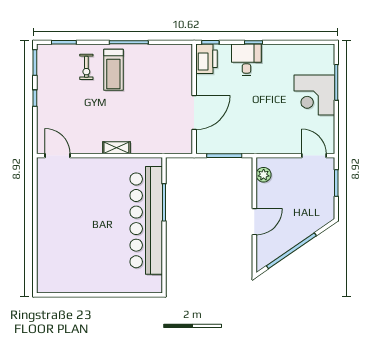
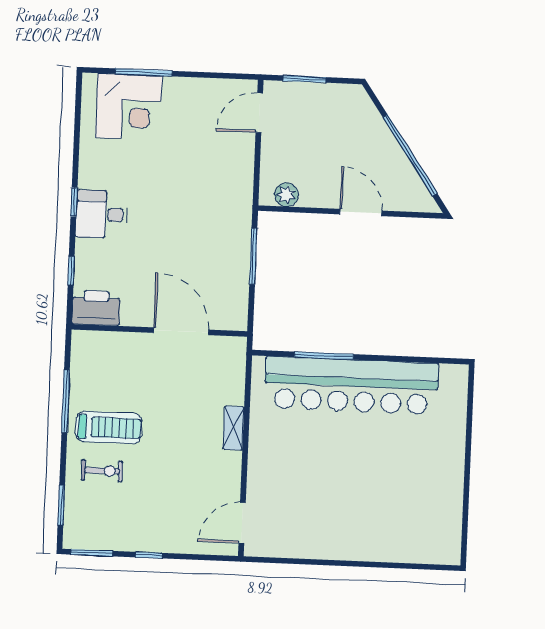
printer: (207, 59) -> (96, 308), moved
corner desk: (314, 95) -> (129, 107), moved
wall: (194, 99) -> (159, 330), moved
door: (194, 112) -> (181, 331), moved

